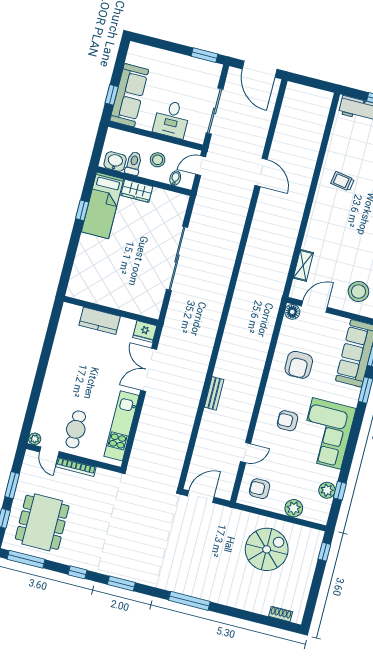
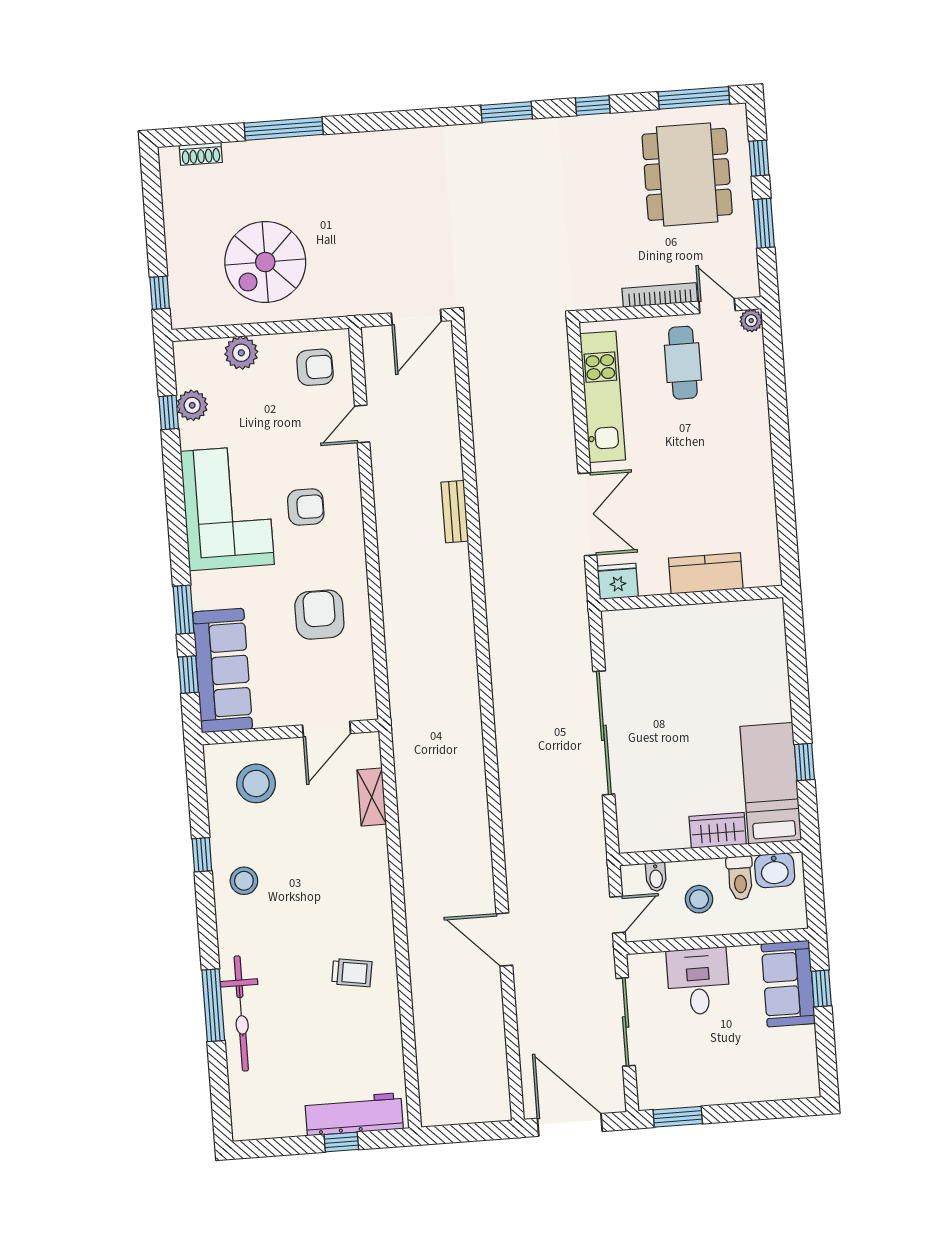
sofa: (129, 95) -> (788, 984), width x0.73
floor lamp: (292, 312) -> (363, 706), removed
window: (189, 601) -> (284, 129), moved

